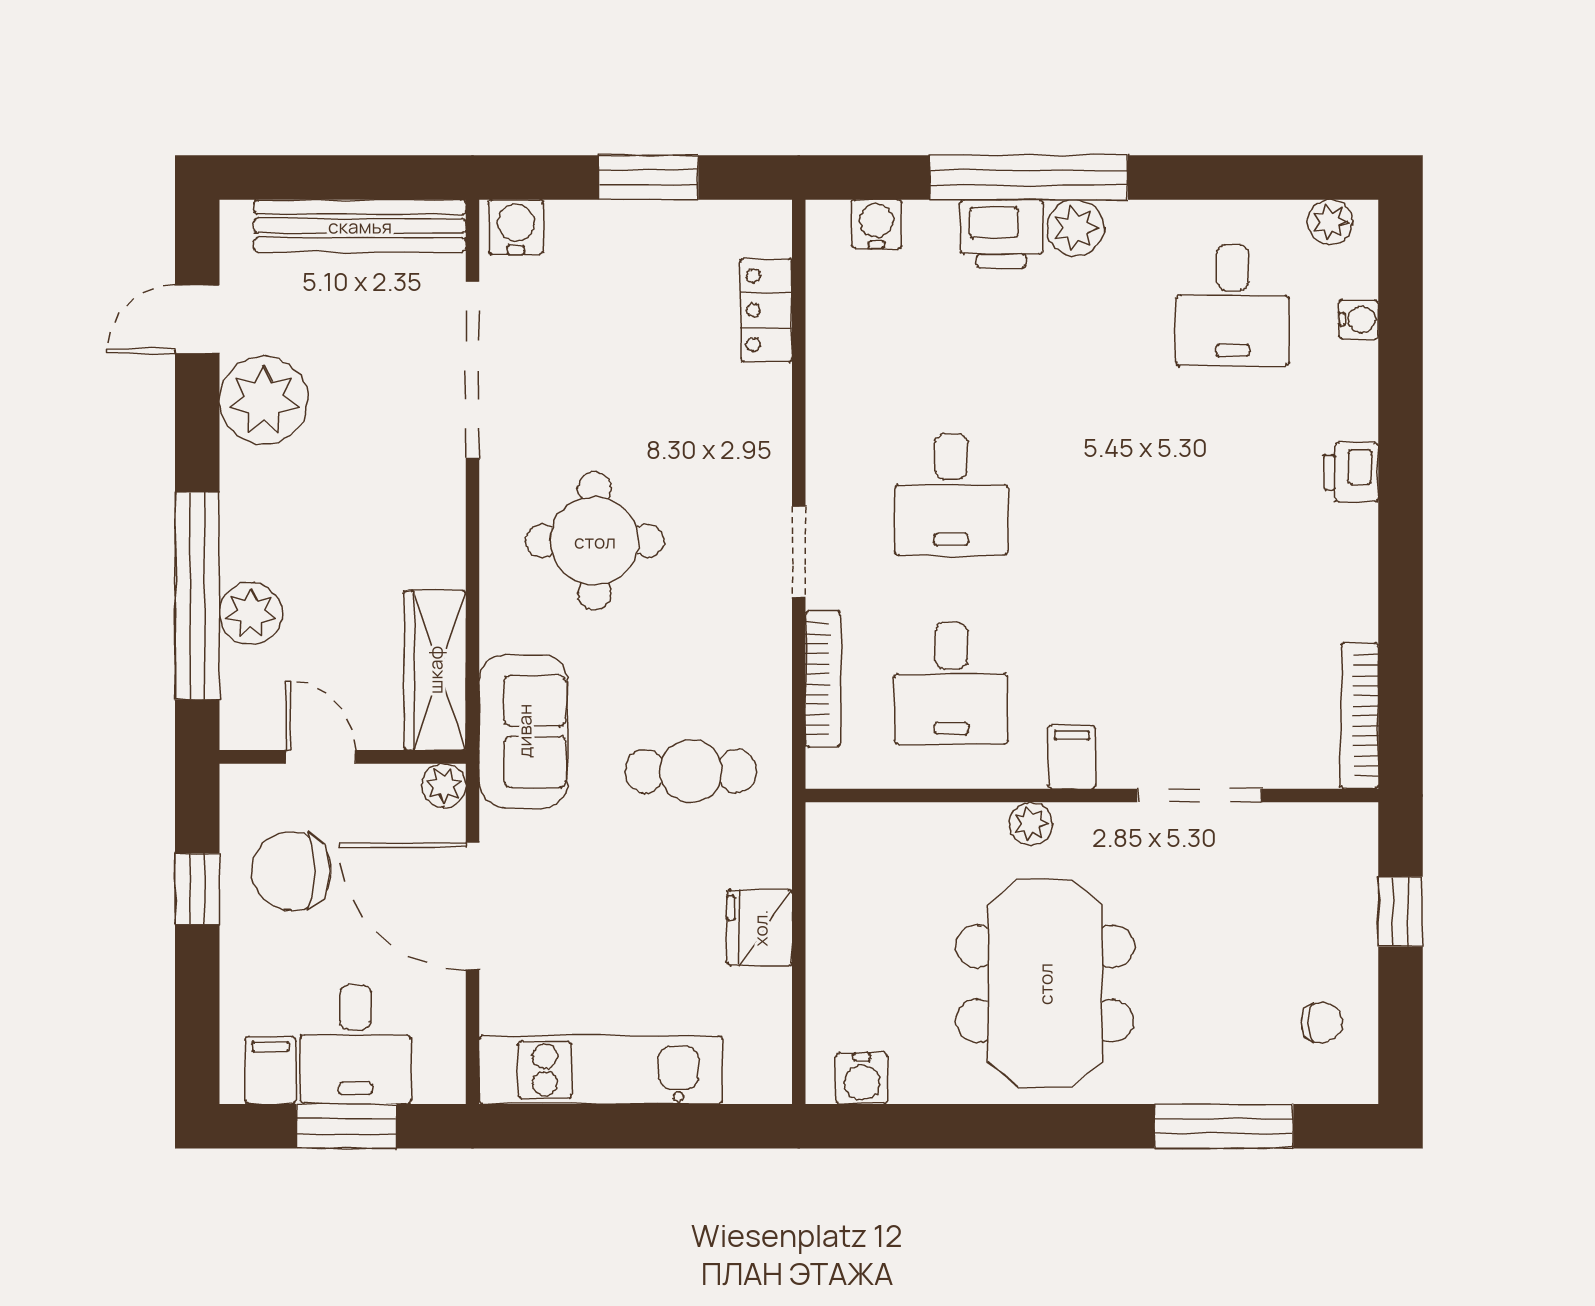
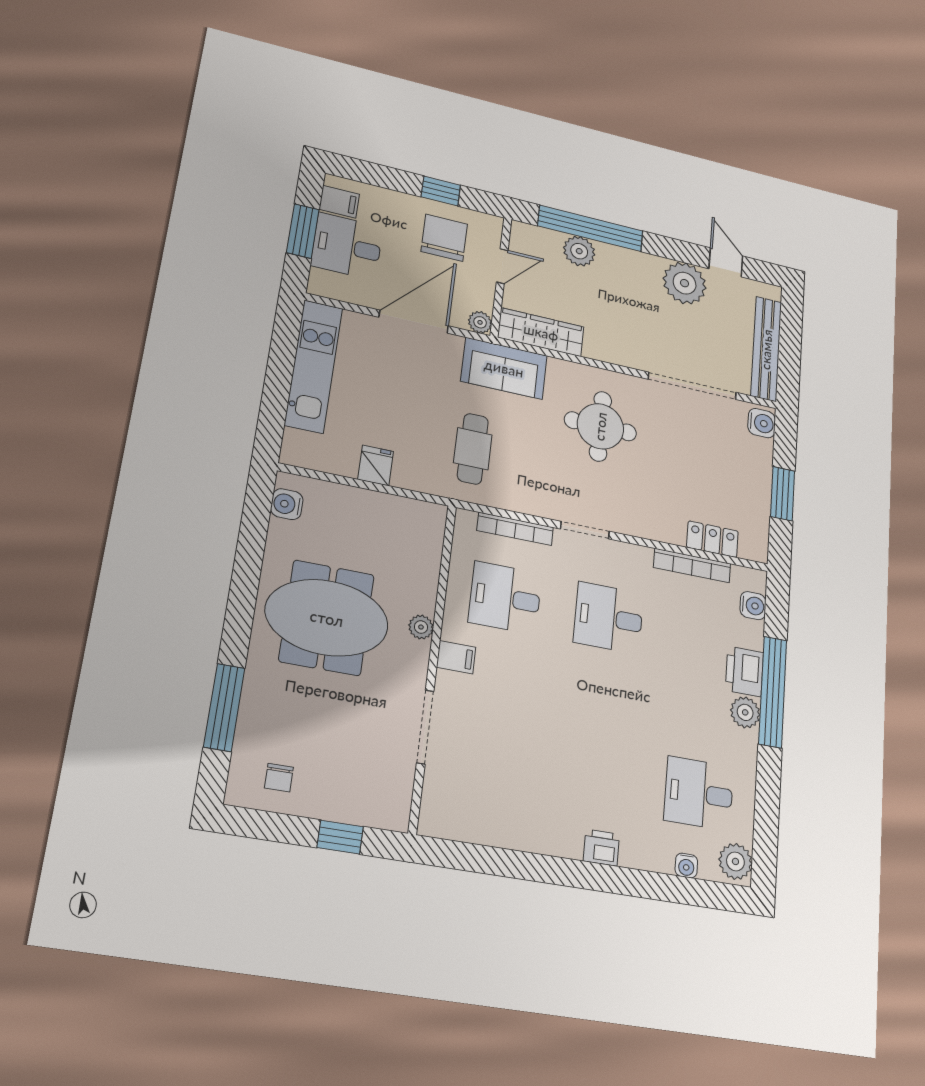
plant: (1330, 222) -> (735, 861), width x1.38, depth x1.38
bookcase: (1360, 716) -> (692, 566), moved, turned 180
fridge: (760, 928) -> (376, 465), width x0.72

